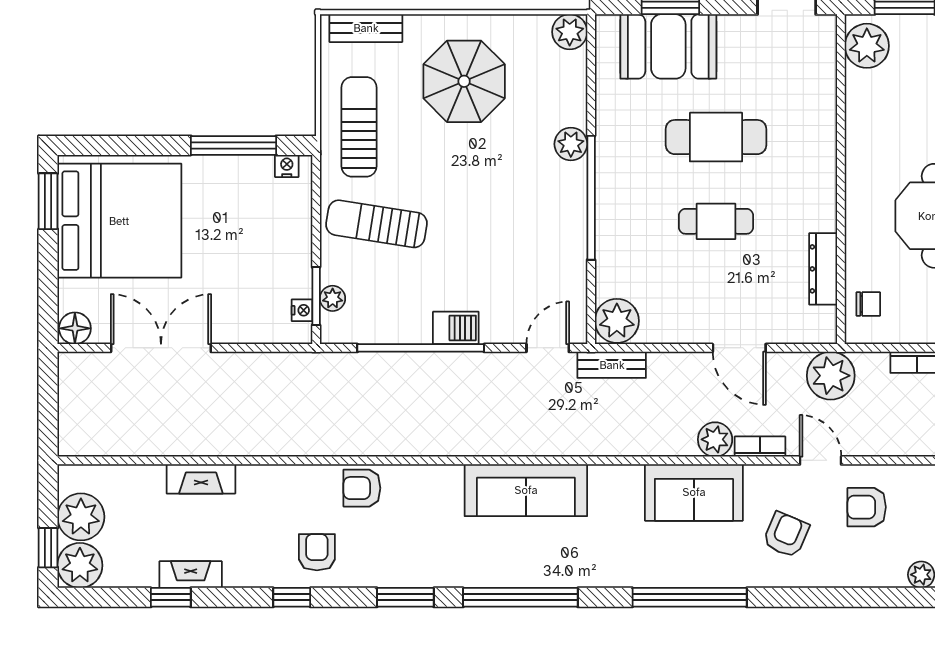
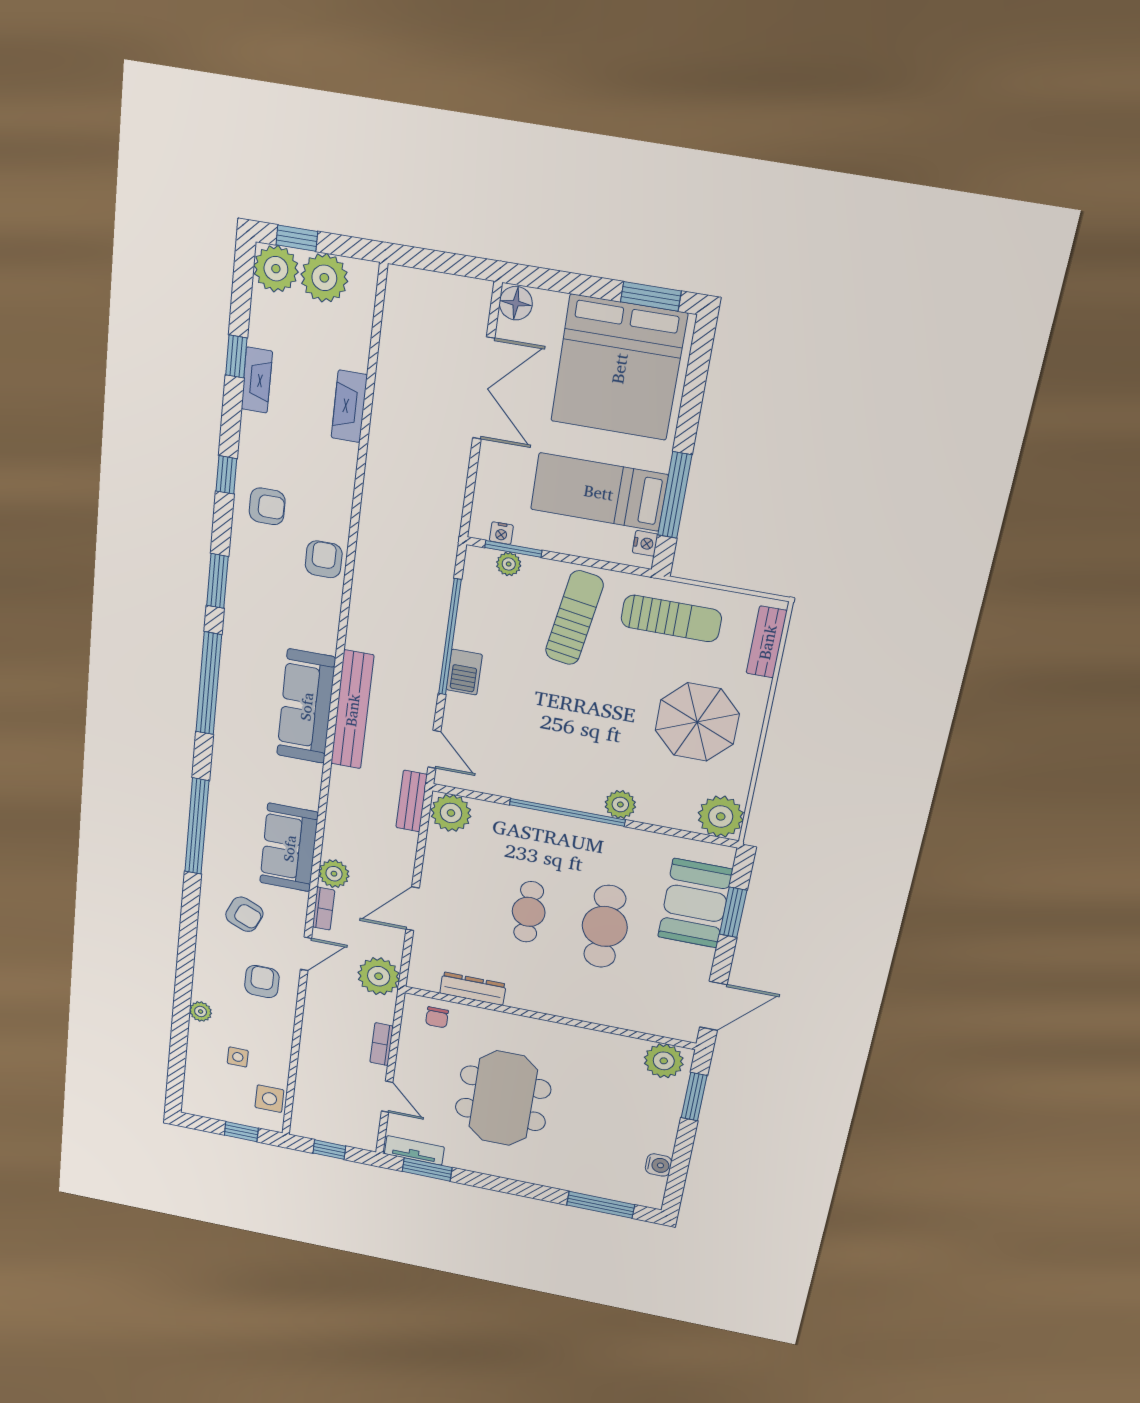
plant: (570, 32) -> (721, 816), width x1.36, depth x1.36
bed: (243, 220) -> (599, 492), added
bench: (520, 440) -> (352, 710), added

